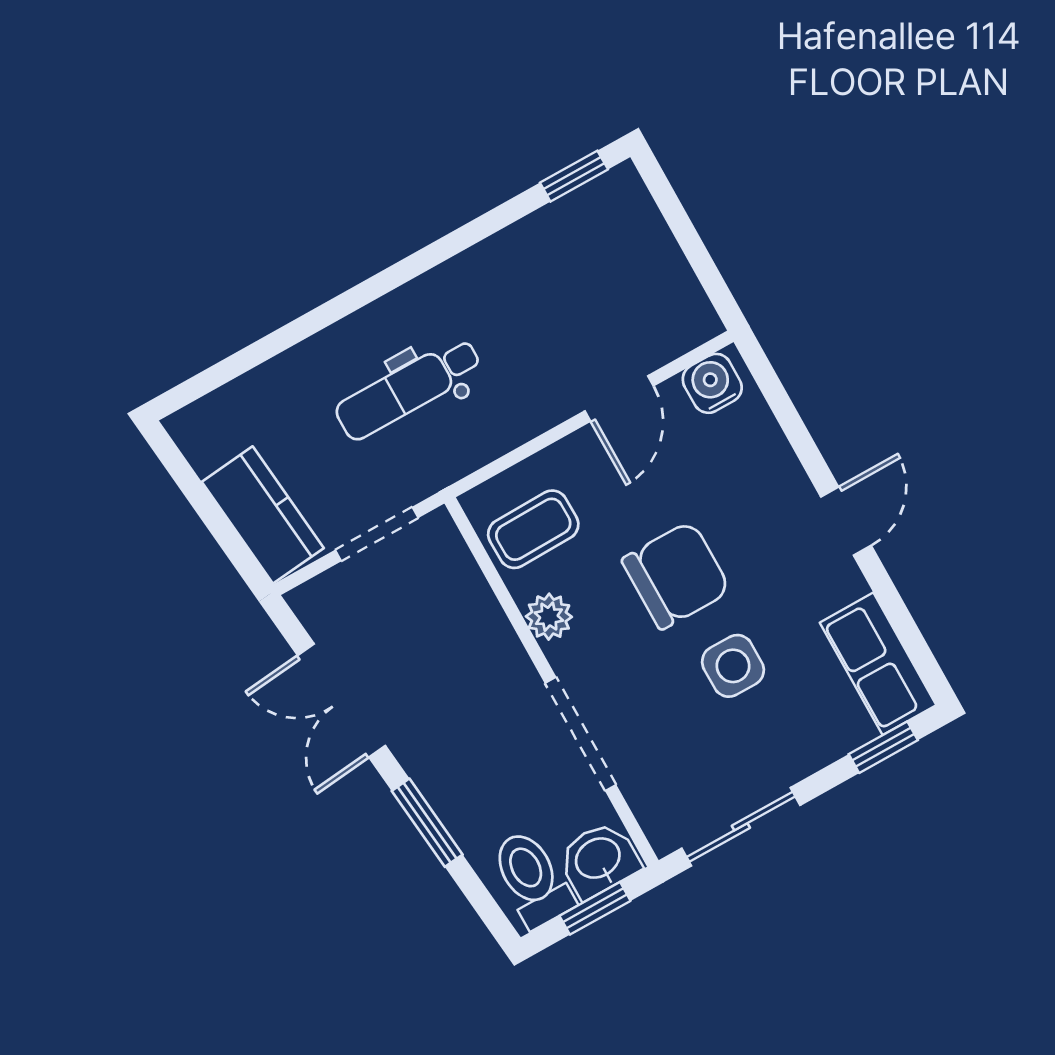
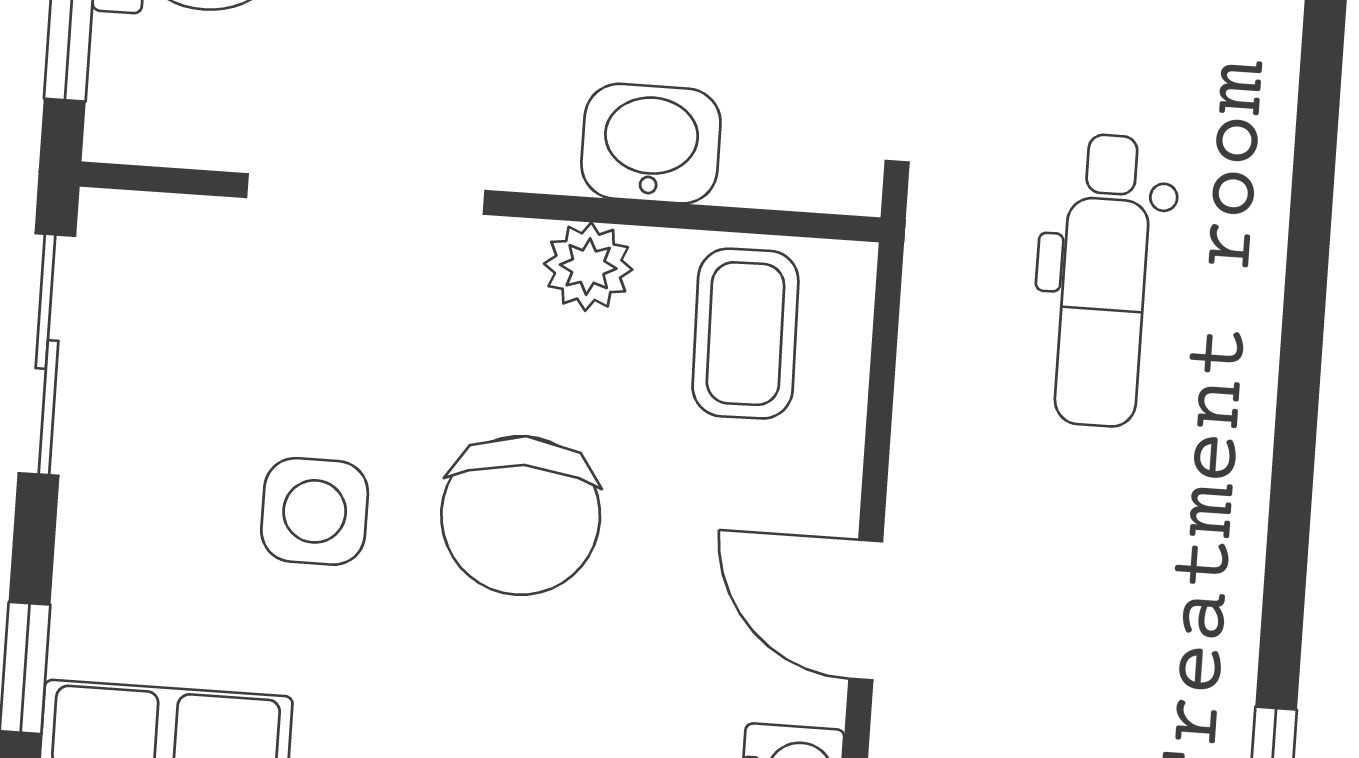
dental chair: (408, 389) -> (1104, 280), turned 180
washbasin: (599, 860) -> (651, 144), moved, turned -90

